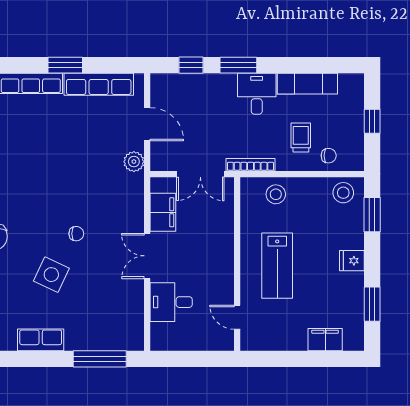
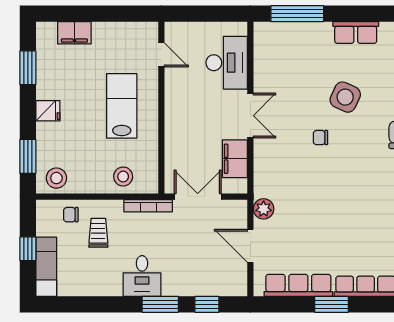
exam couch: (307, 84) -> (46, 267), moved, turned 90
trolley: (301, 137) -> (98, 233), turned 180
desk: (171, 302) -> (227, 63), width x1.37

